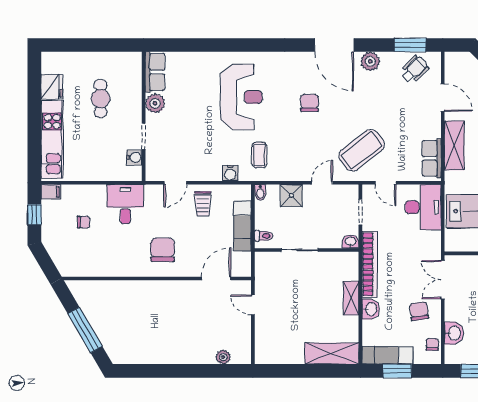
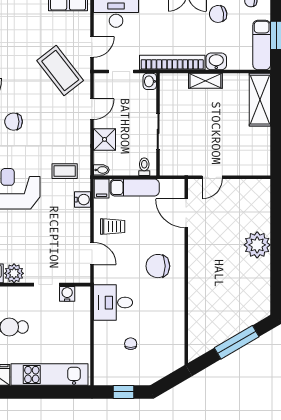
door: (322, 183) -> (92, 109), swing flipped
filing cabinet: (51, 192) -> (102, 188), moved, turned 180
plant: (223, 357) -> (257, 245), moved, width x1.87, depth x1.87

